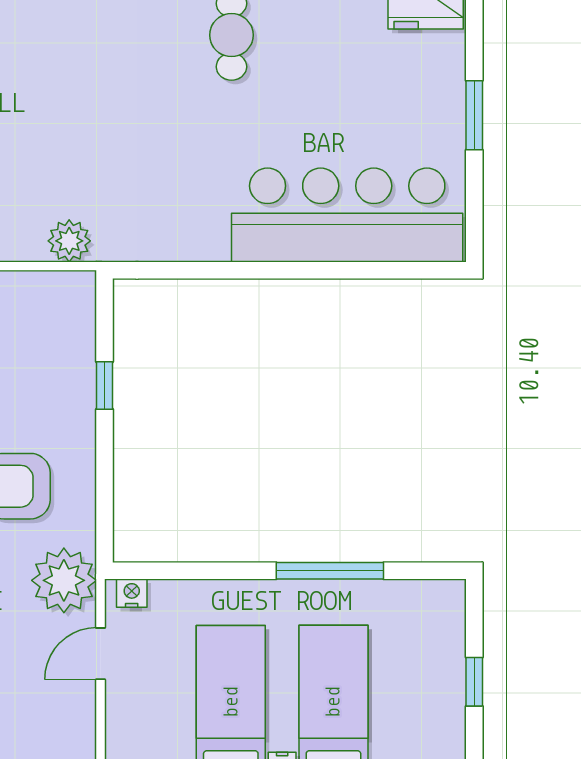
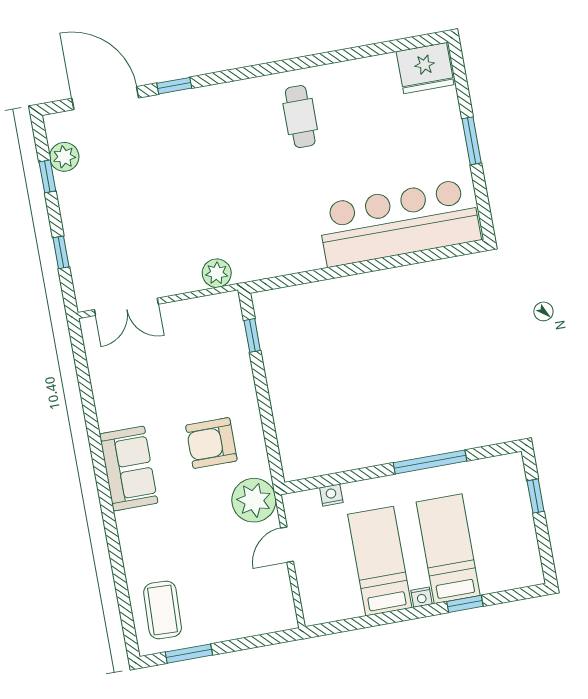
window: (105, 385) -> (252, 335), moved
nightstand: (132, 593) -> (331, 495), moved
window: (474, 682) -> (536, 496), moved

